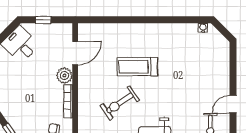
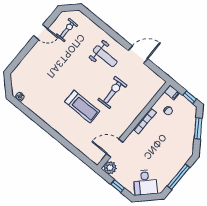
plant: (64, 76) -> (110, 168), moved
exercise bike: (120, 103) -> (112, 93), turned -59

